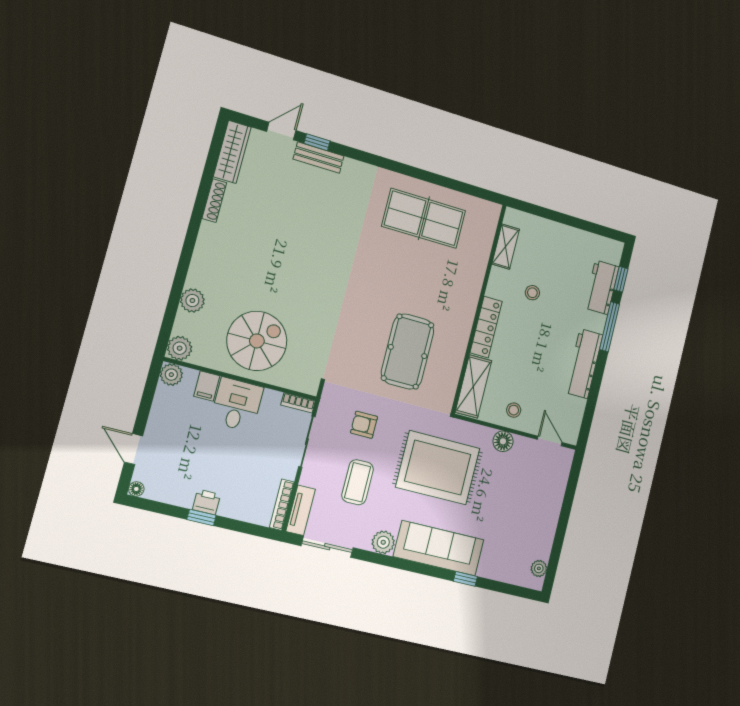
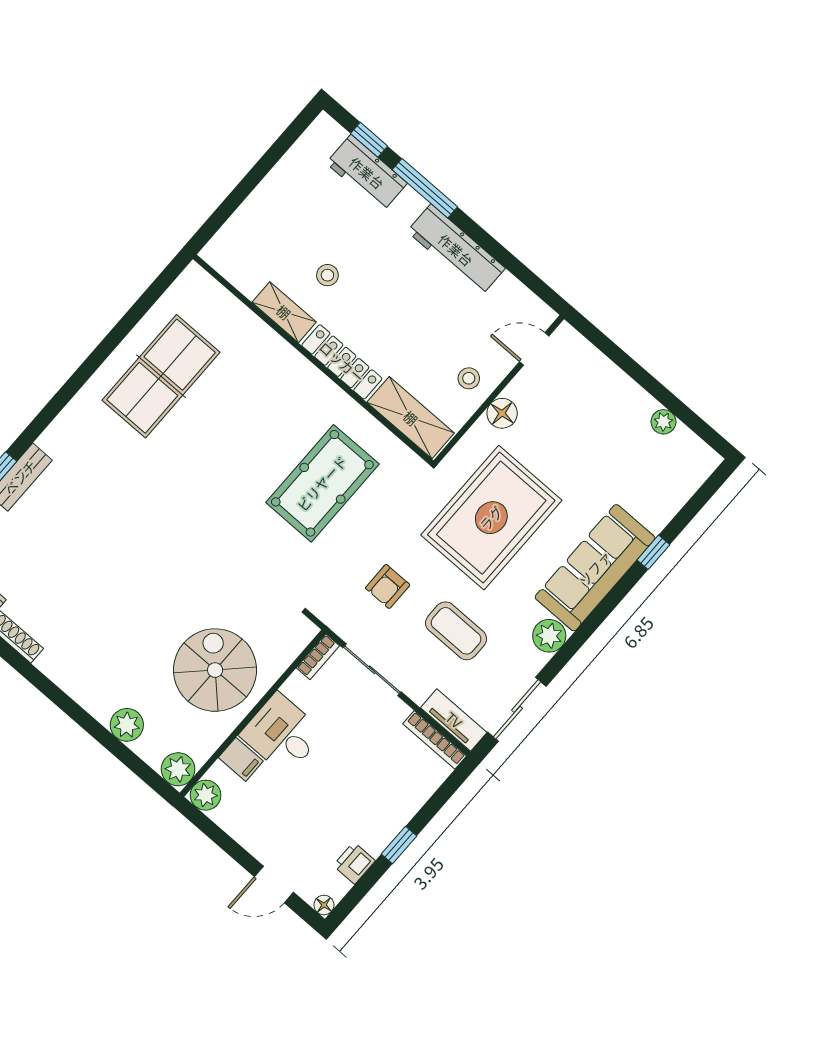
shelving: (506, 247) -> (284, 312), moved
pool table: (408, 352) -> (322, 483), turned 90
printer: (206, 502) -> (354, 863), moved
plant: (539, 568) -> (664, 422), moved

